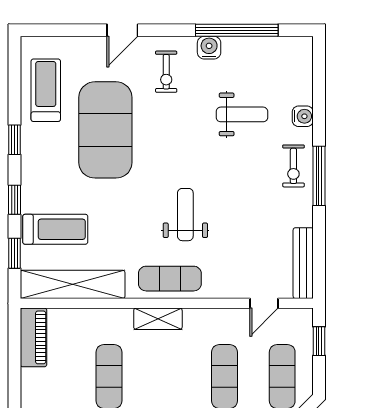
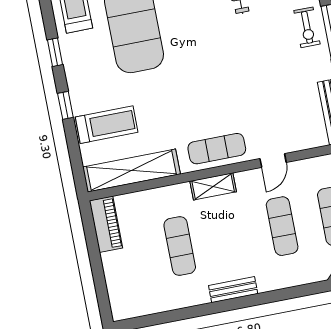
weight bench: (185, 215) -> (219, 89), removed
window: (15, 253) -> (75, 153), removed
door: (264, 303) -> (273, 160), moved

